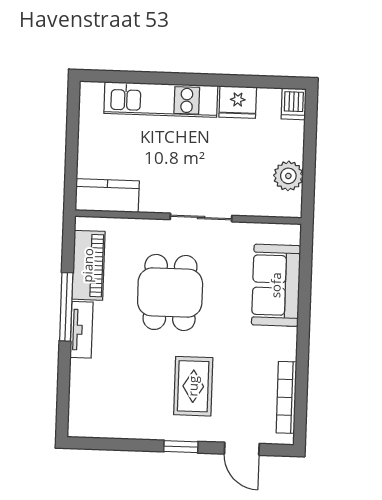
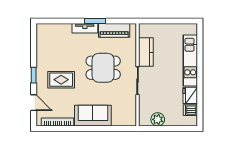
dishwasher: (294, 104) -> (190, 110), moved
kitchen counter: (107, 196) -> (146, 52), moved
sofa: (276, 285) -> (93, 116), moved
window: (66, 307) -> (95, 21), width x0.69
door: (242, 449) -> (34, 103), swing flipped

